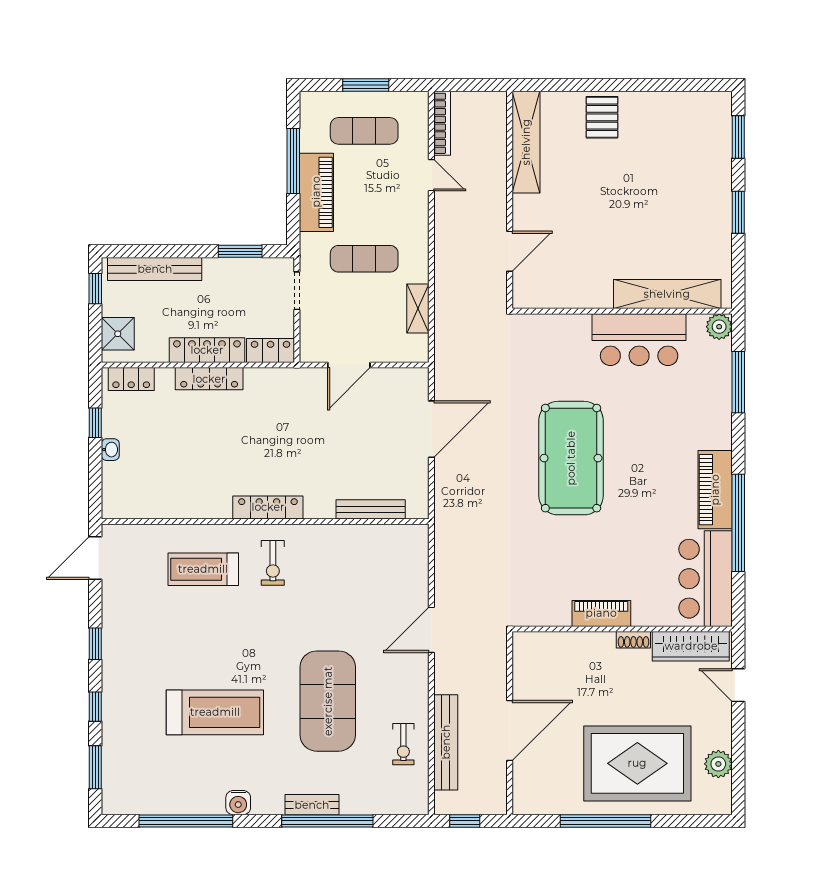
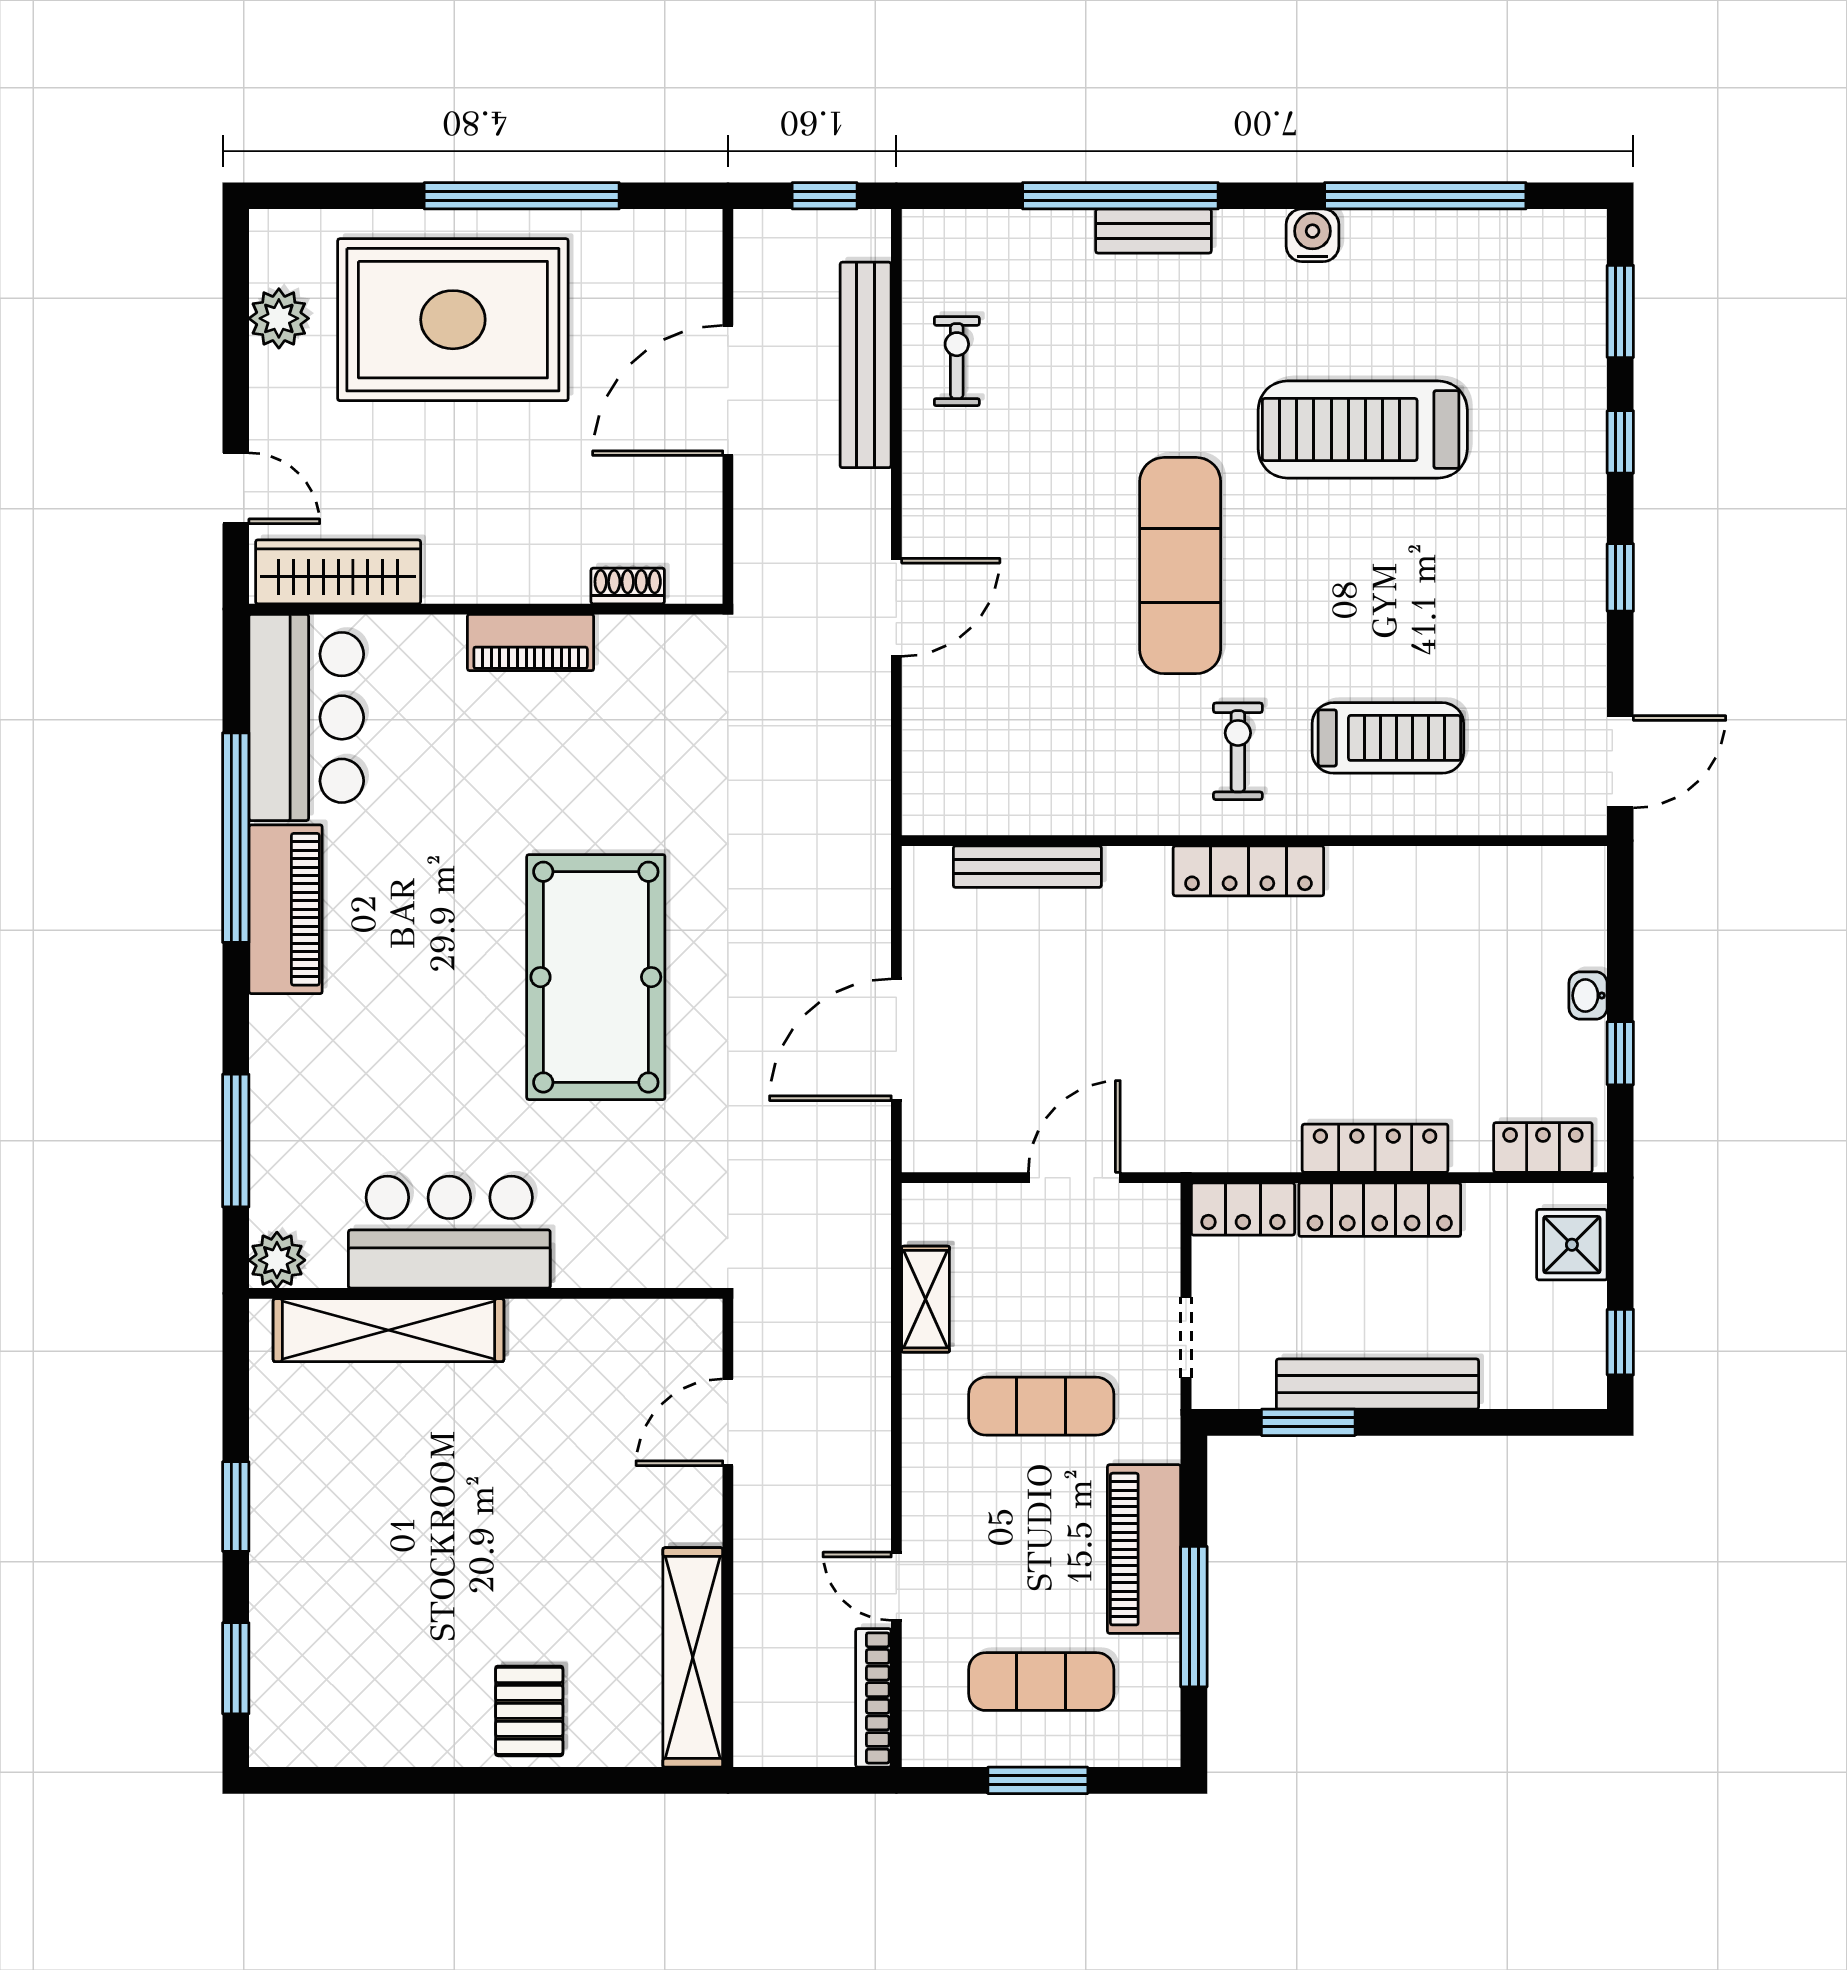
bench: (155, 269) -> (1377, 1384), moved
shoe rack: (633, 640) -> (628, 586), moved
exercise mat: (328, 701) -> (1180, 566), moved, width x0.68

